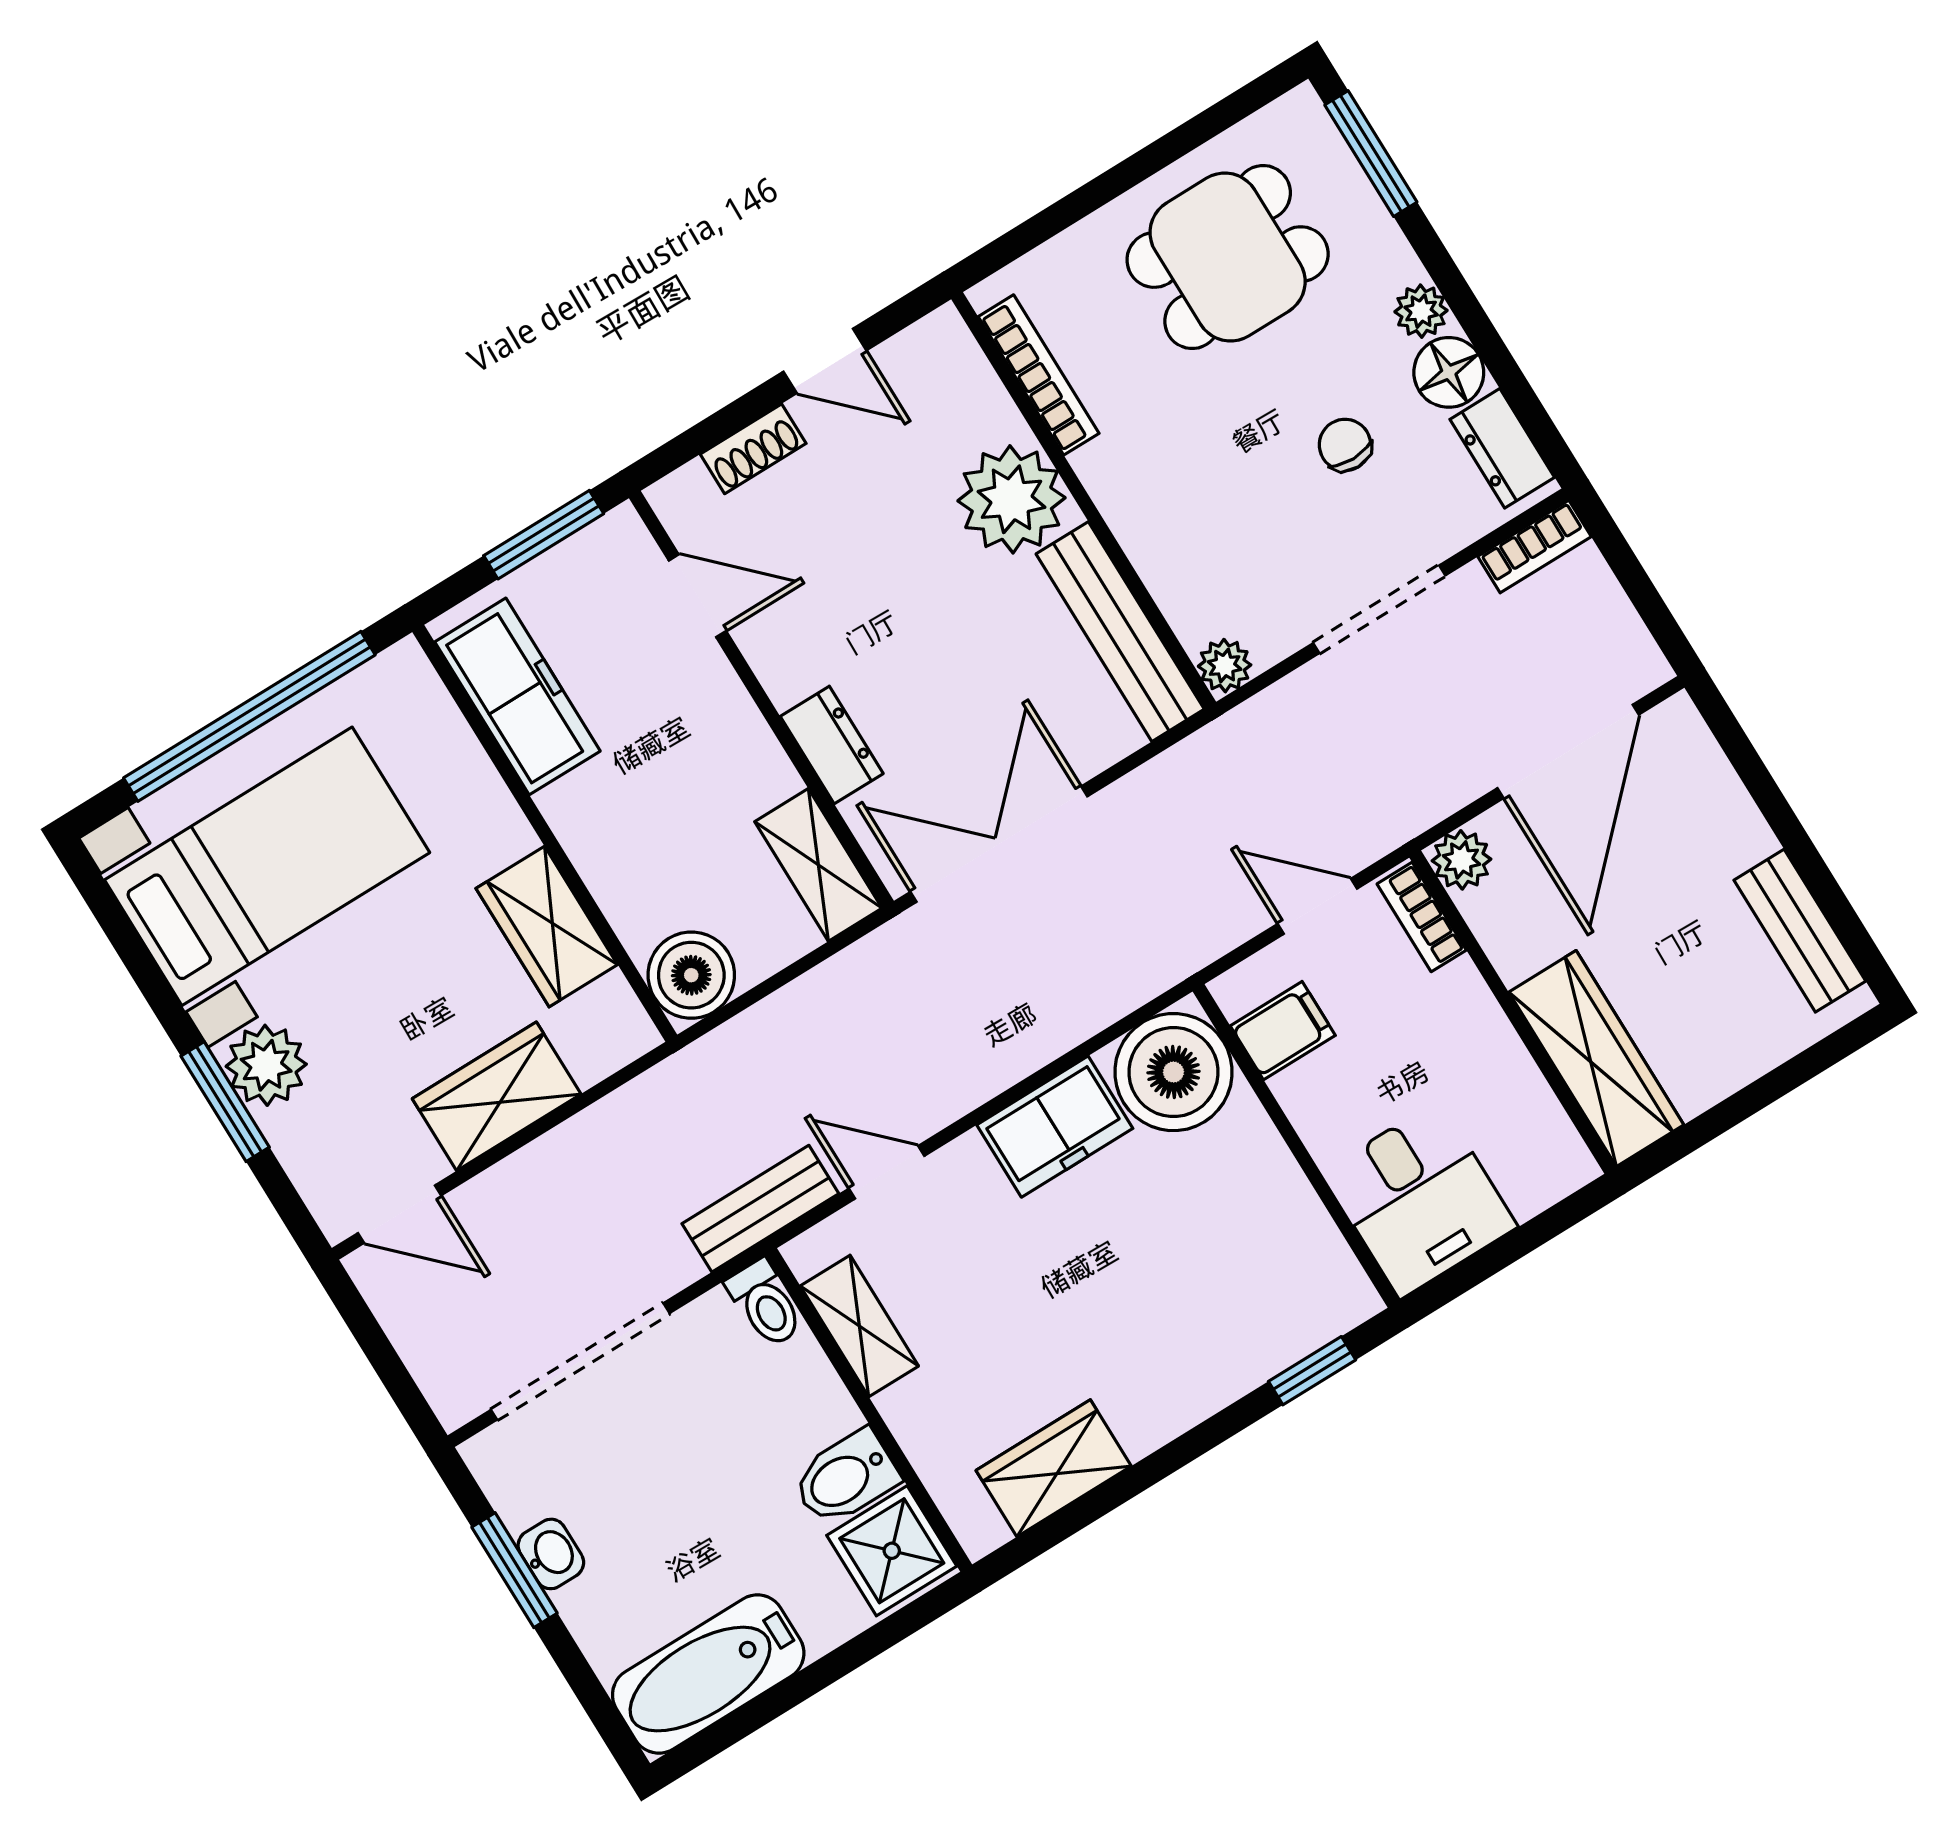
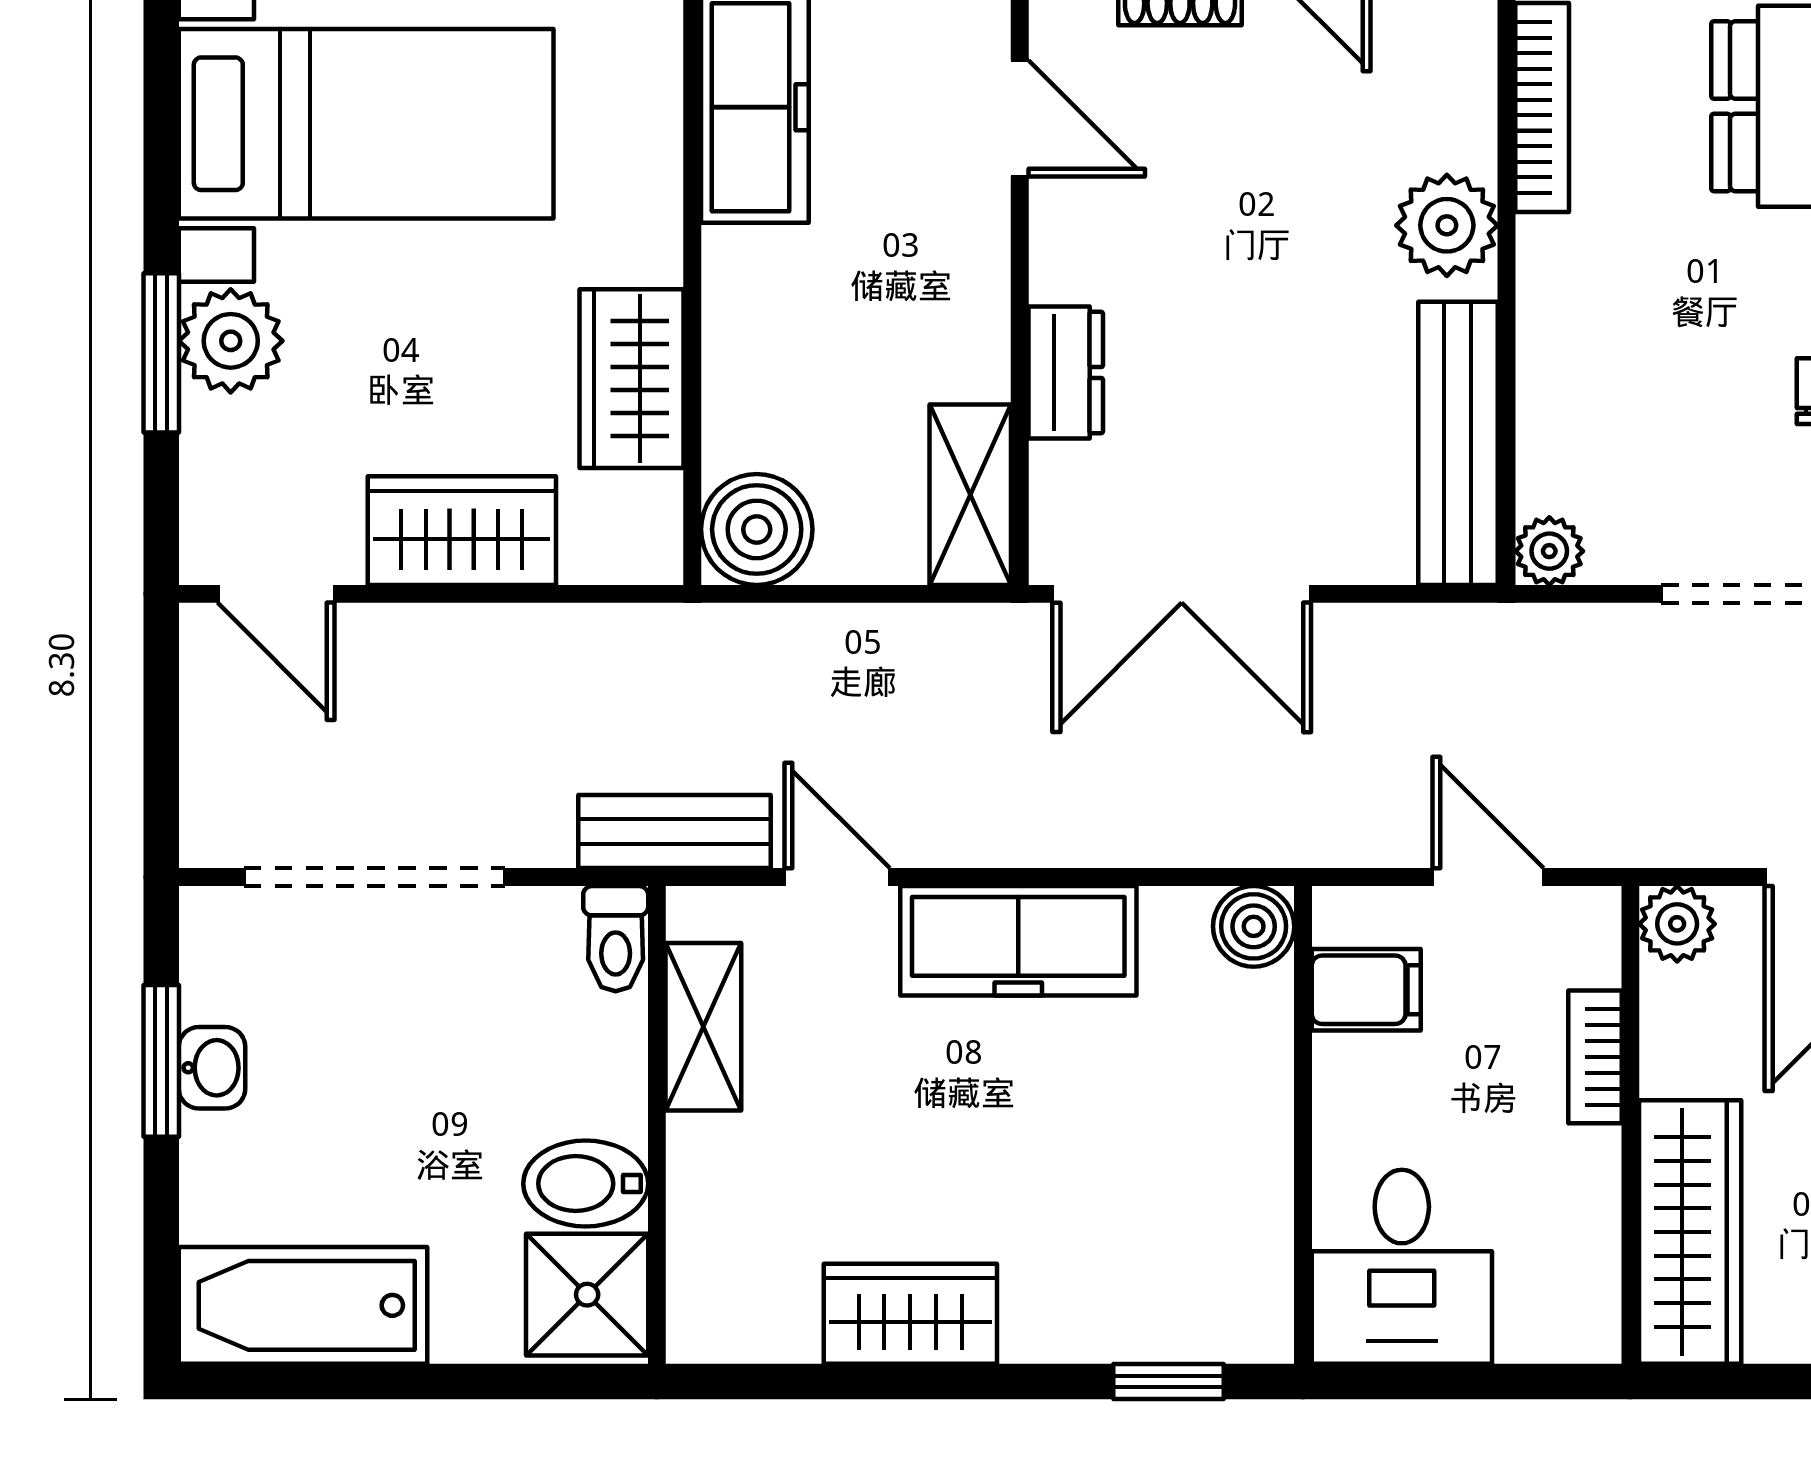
plant: (1011, 499) -> (1447, 225), width x0.73, depth x0.73
double door: (999, 844) -> (1182, 594), swing flipped
bookcase: (1422, 917) -> (1595, 1057), moved
boiler: (1174, 1072) -> (1254, 926), width x0.54, depth x0.54
freezer: (1055, 1127) -> (1018, 941), width x1.40
wardrobe: (1054, 1468) -> (910, 1314), moved

